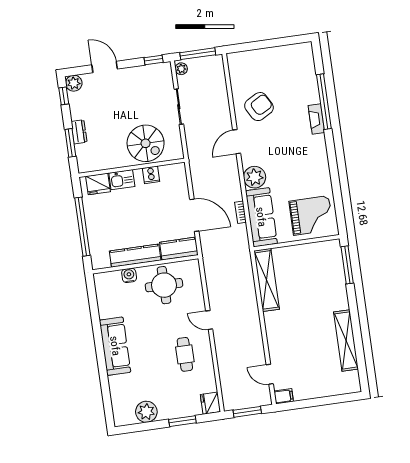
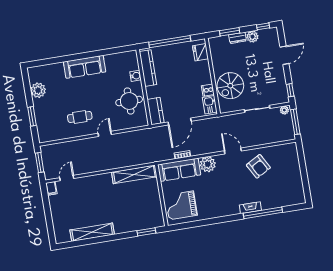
plant: (74, 83) -> (252, 37), moved
kitchen sink: (122, 180) -> (210, 105), moved
grand piano: (311, 215) -> (181, 205), turned 90
kitchen counter: (135, 256) -> (148, 68), moved
window: (347, 265) -> (146, 232), width x0.69
fridge: (210, 403) -> (45, 136), removed

